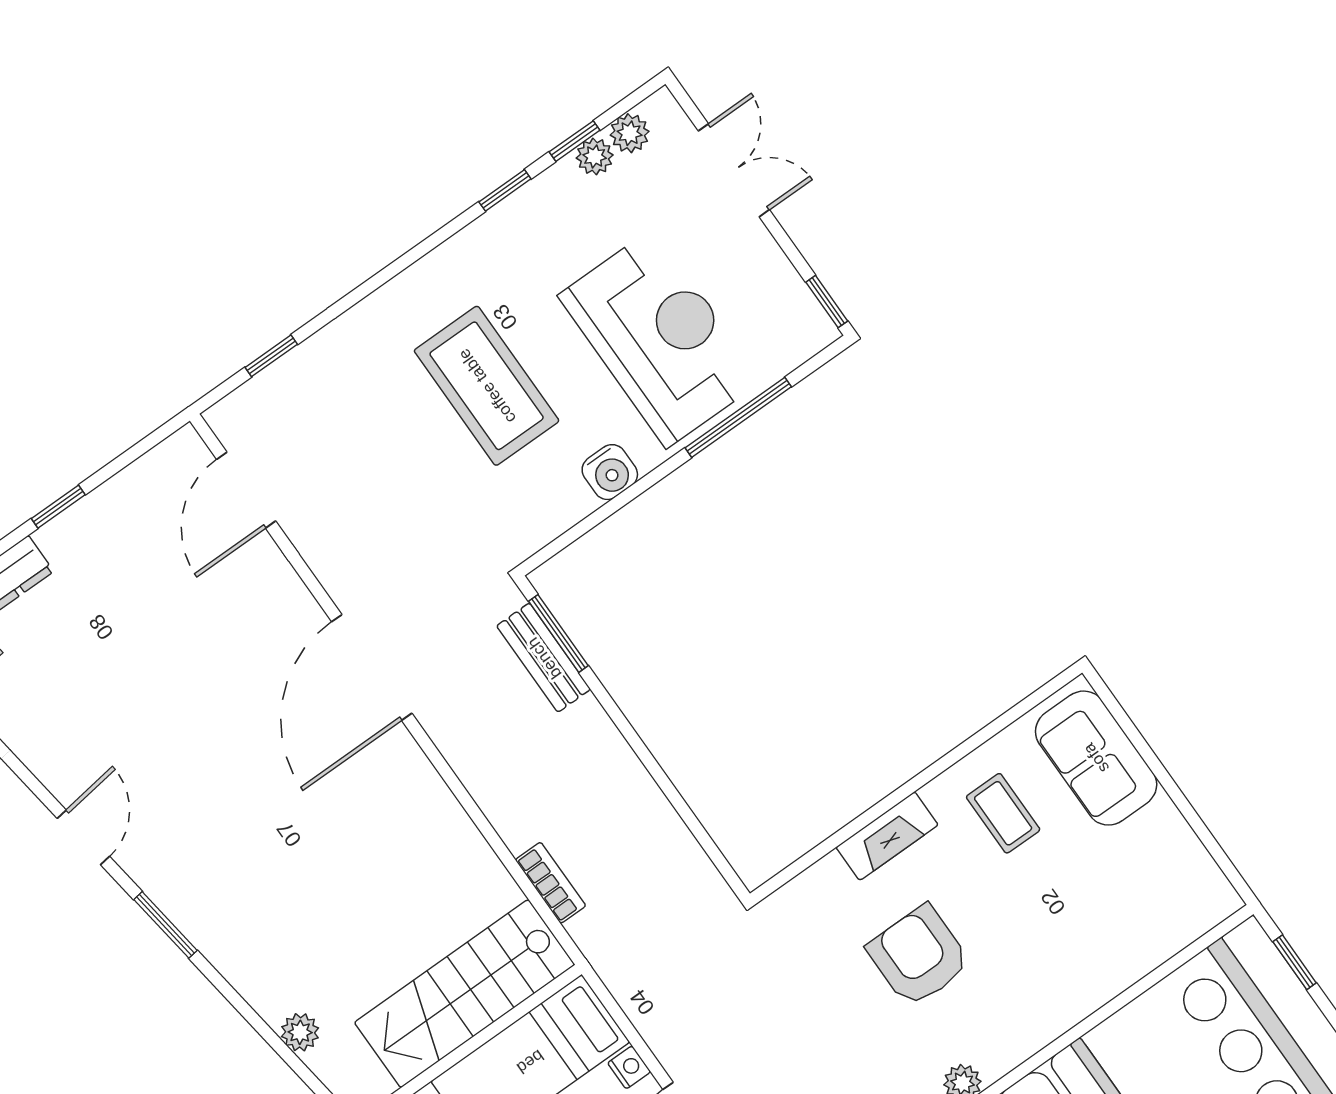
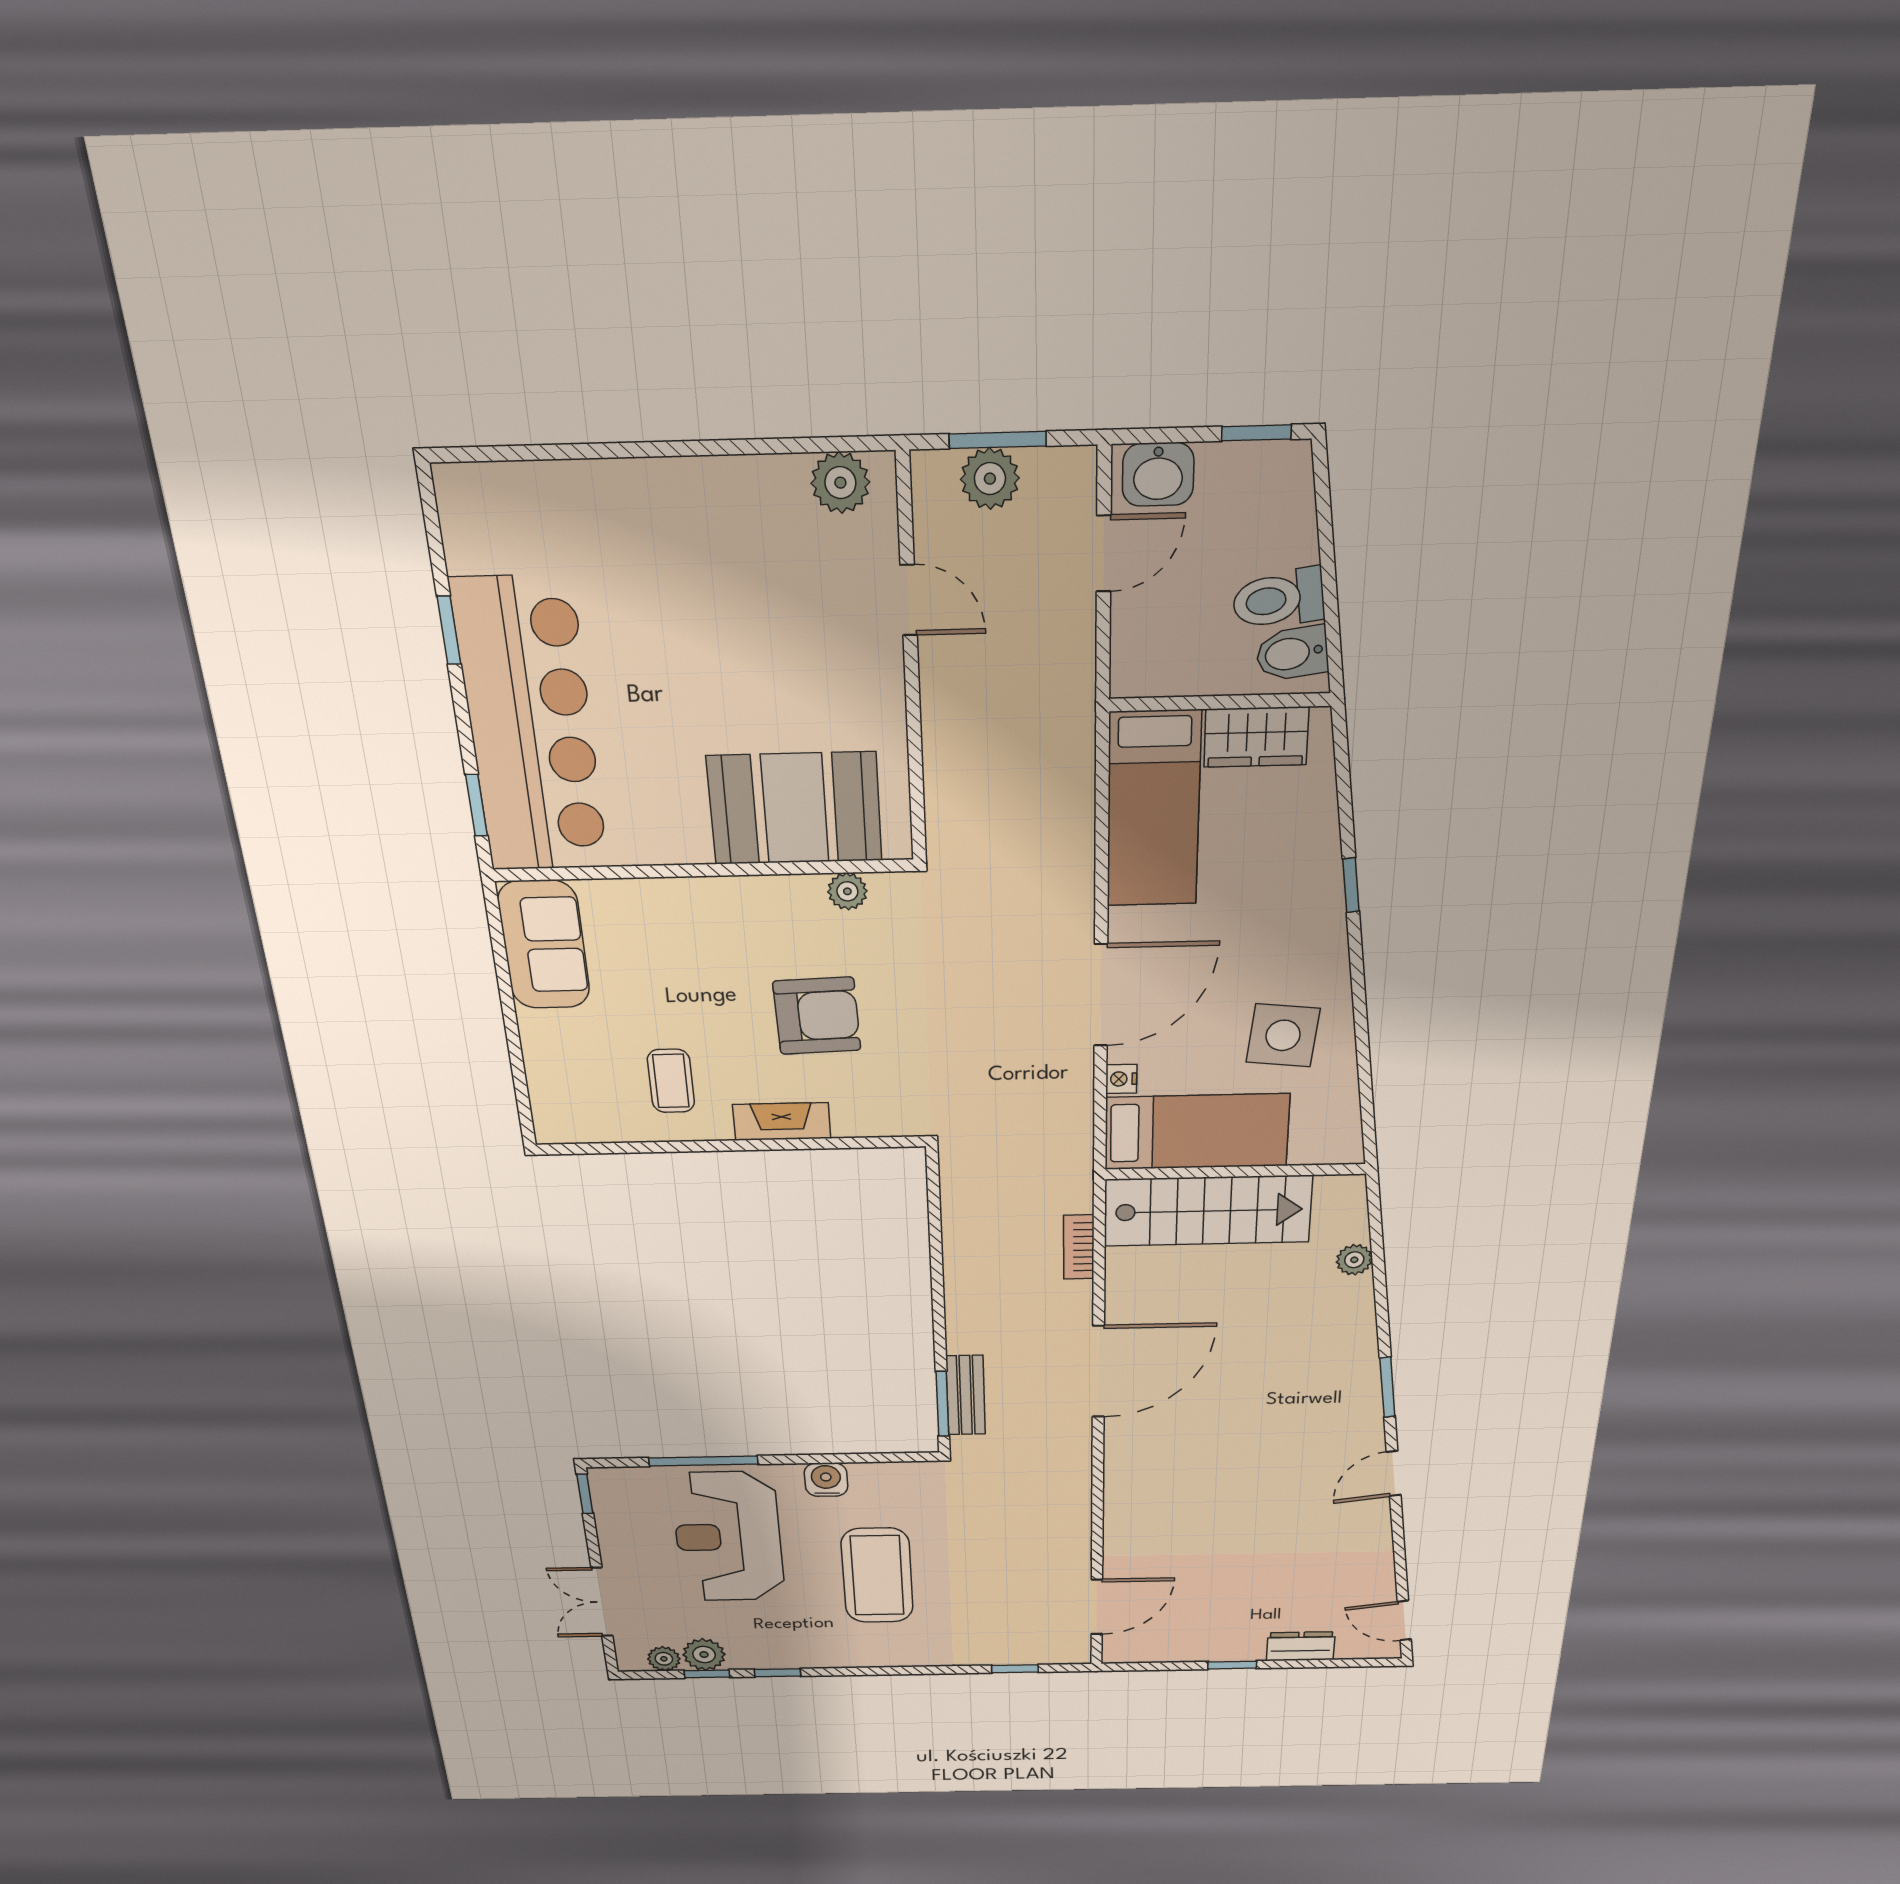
plant: (595, 156) -> (704, 1655), width x1.38, depth x1.38
door: (372, 667) -> (1098, 1372), moved
sofa: (1096, 758) -> (544, 945), moved
armchair: (919, 956) -> (817, 1016), turned -92

